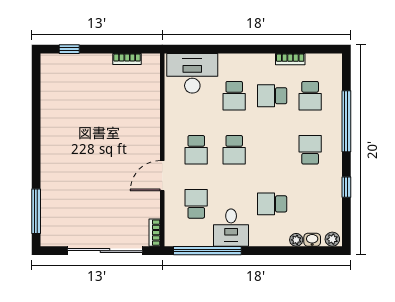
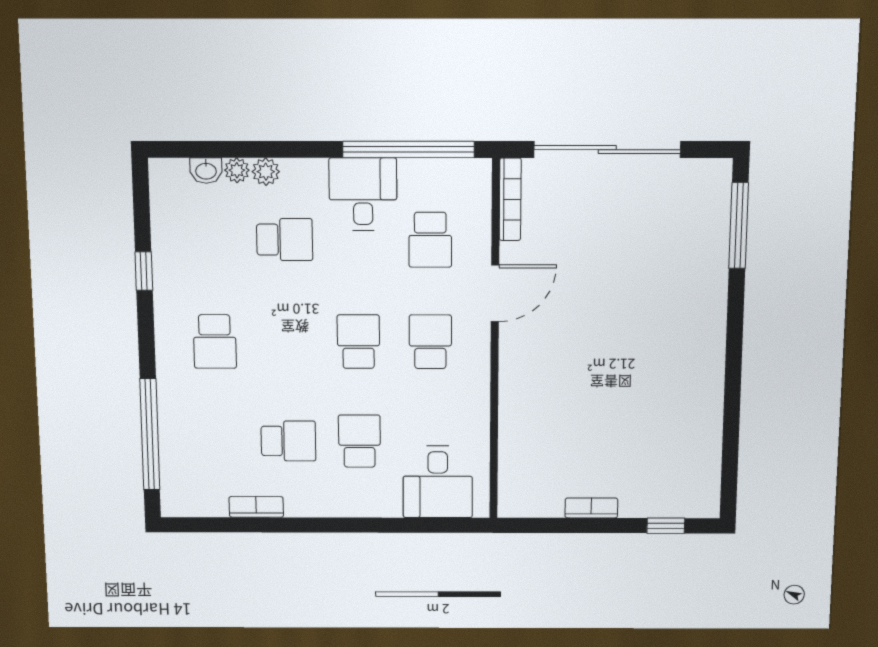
bookcase: (127, 59) -> (591, 508), moved
desk: (192, 73) -> (438, 482), width x0.73
school desk: (310, 96) -> (218, 441), removed
window: (346, 121) -> (150, 434), moved
bookcase: (155, 233) -> (510, 199), width x1.56
plant: (332, 239) -> (266, 172), moved

